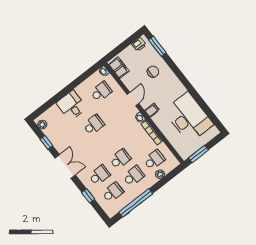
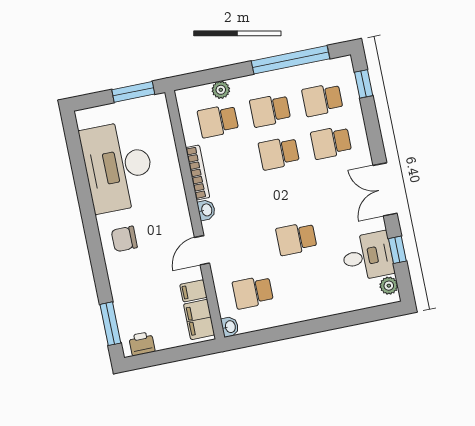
chair: (153, 72) -> (124, 239), moved
desk: (71, 105) -> (368, 256), moved, turned -90
filing cabinet: (152, 110) -> (193, 291), moved
window: (88, 196) -> (364, 84), moved

